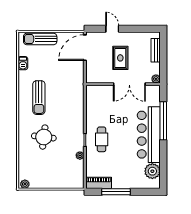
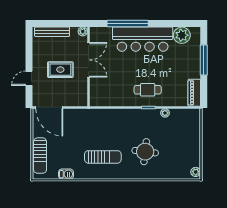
bench: (156, 50) -> (52, 32), width x1.36
window: (116, 192) -> (204, 60), moved

